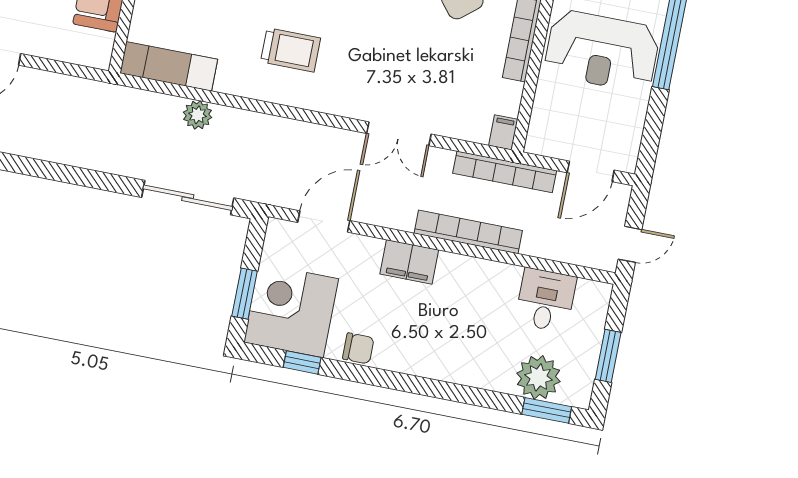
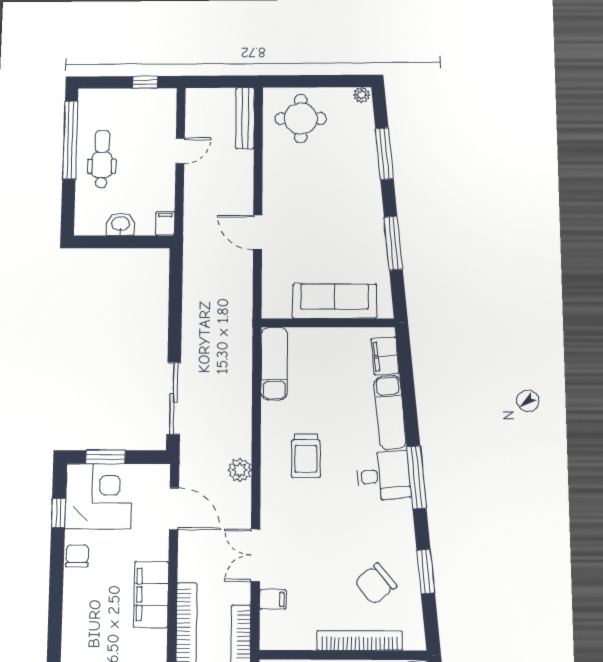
plant: (198, 115) -> (240, 470), moved
filing cabinet: (503, 132) -> (273, 599), moved
filing cabinet: (409, 262) -> (151, 595), width x1.50, depth x1.17
chair: (358, 348) -> (77, 556), turned 180

